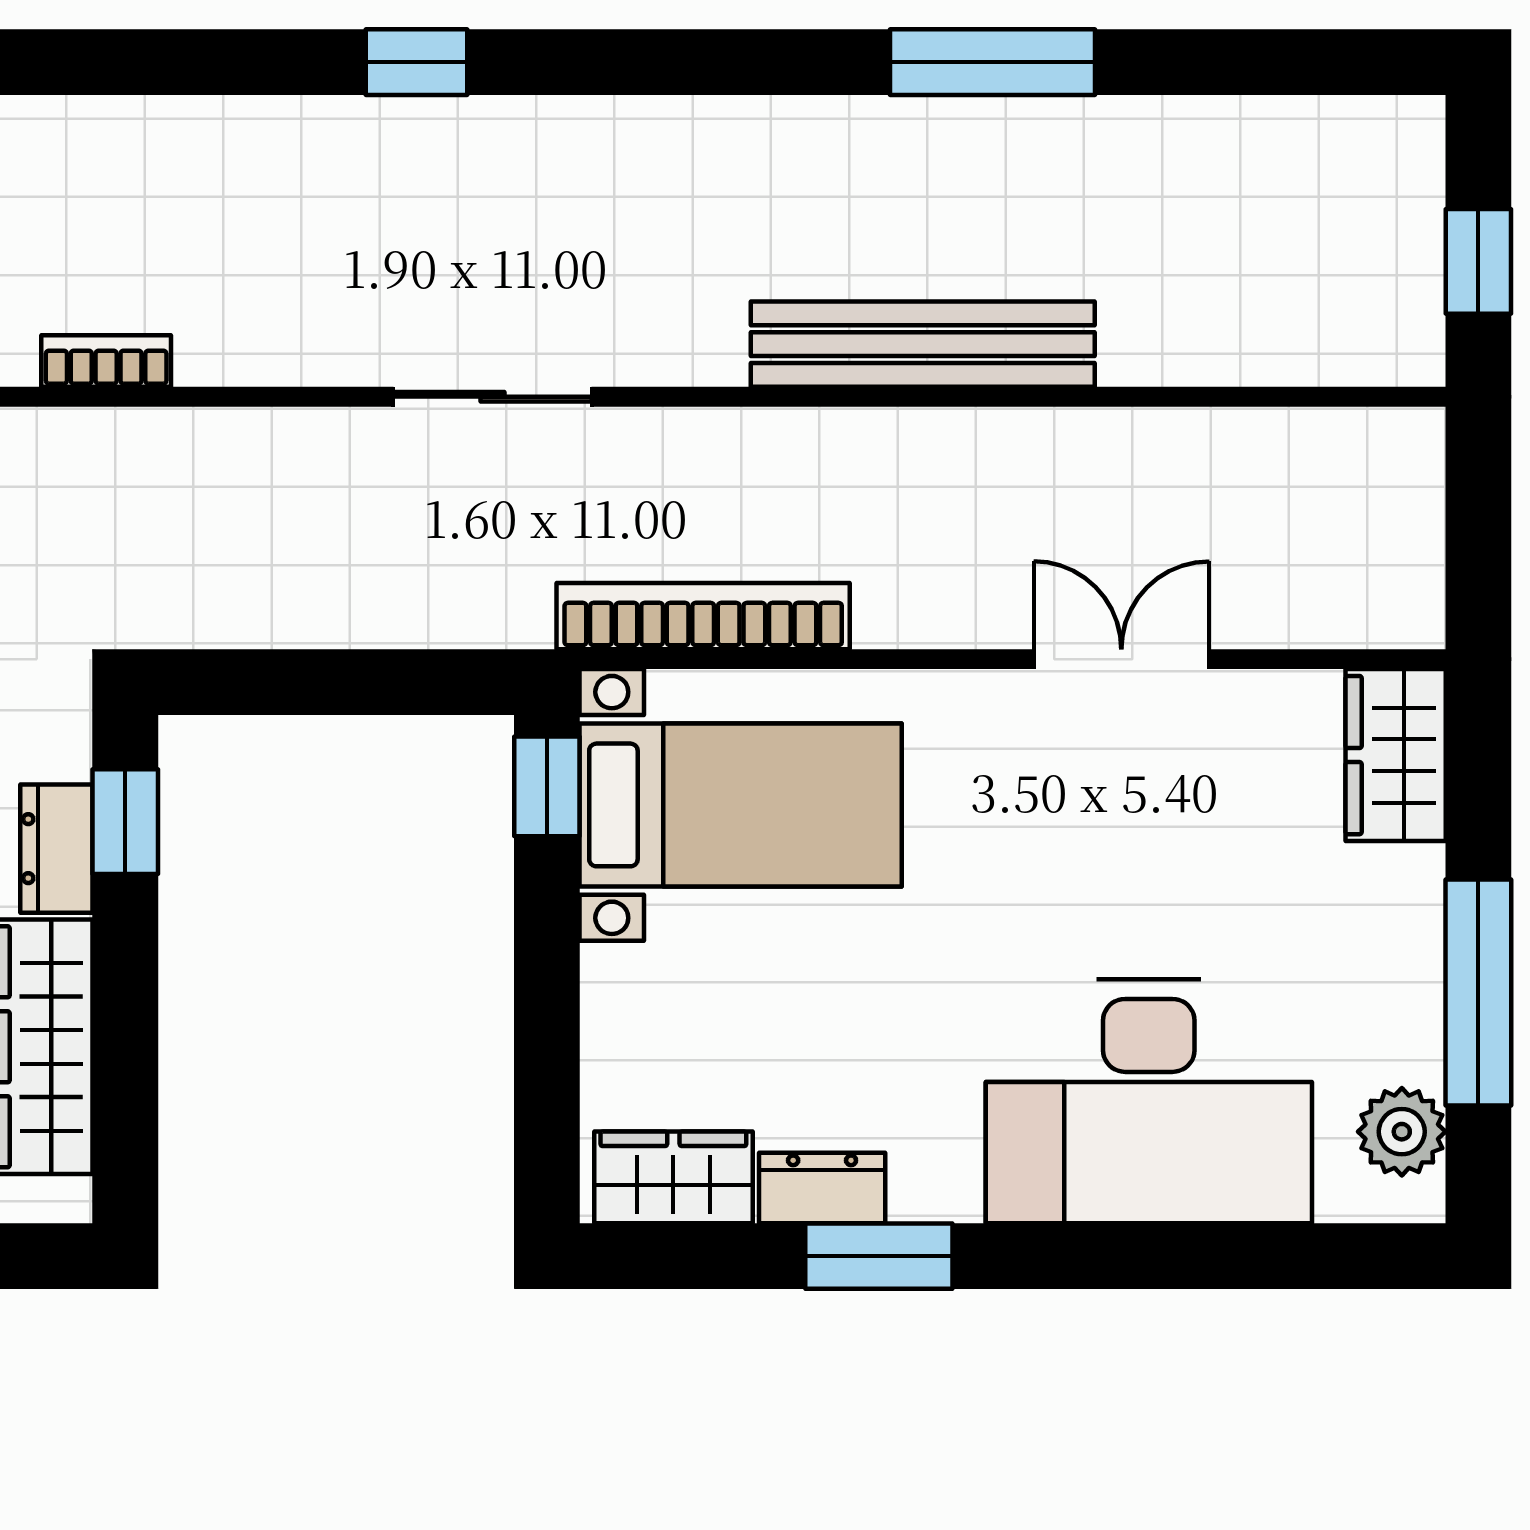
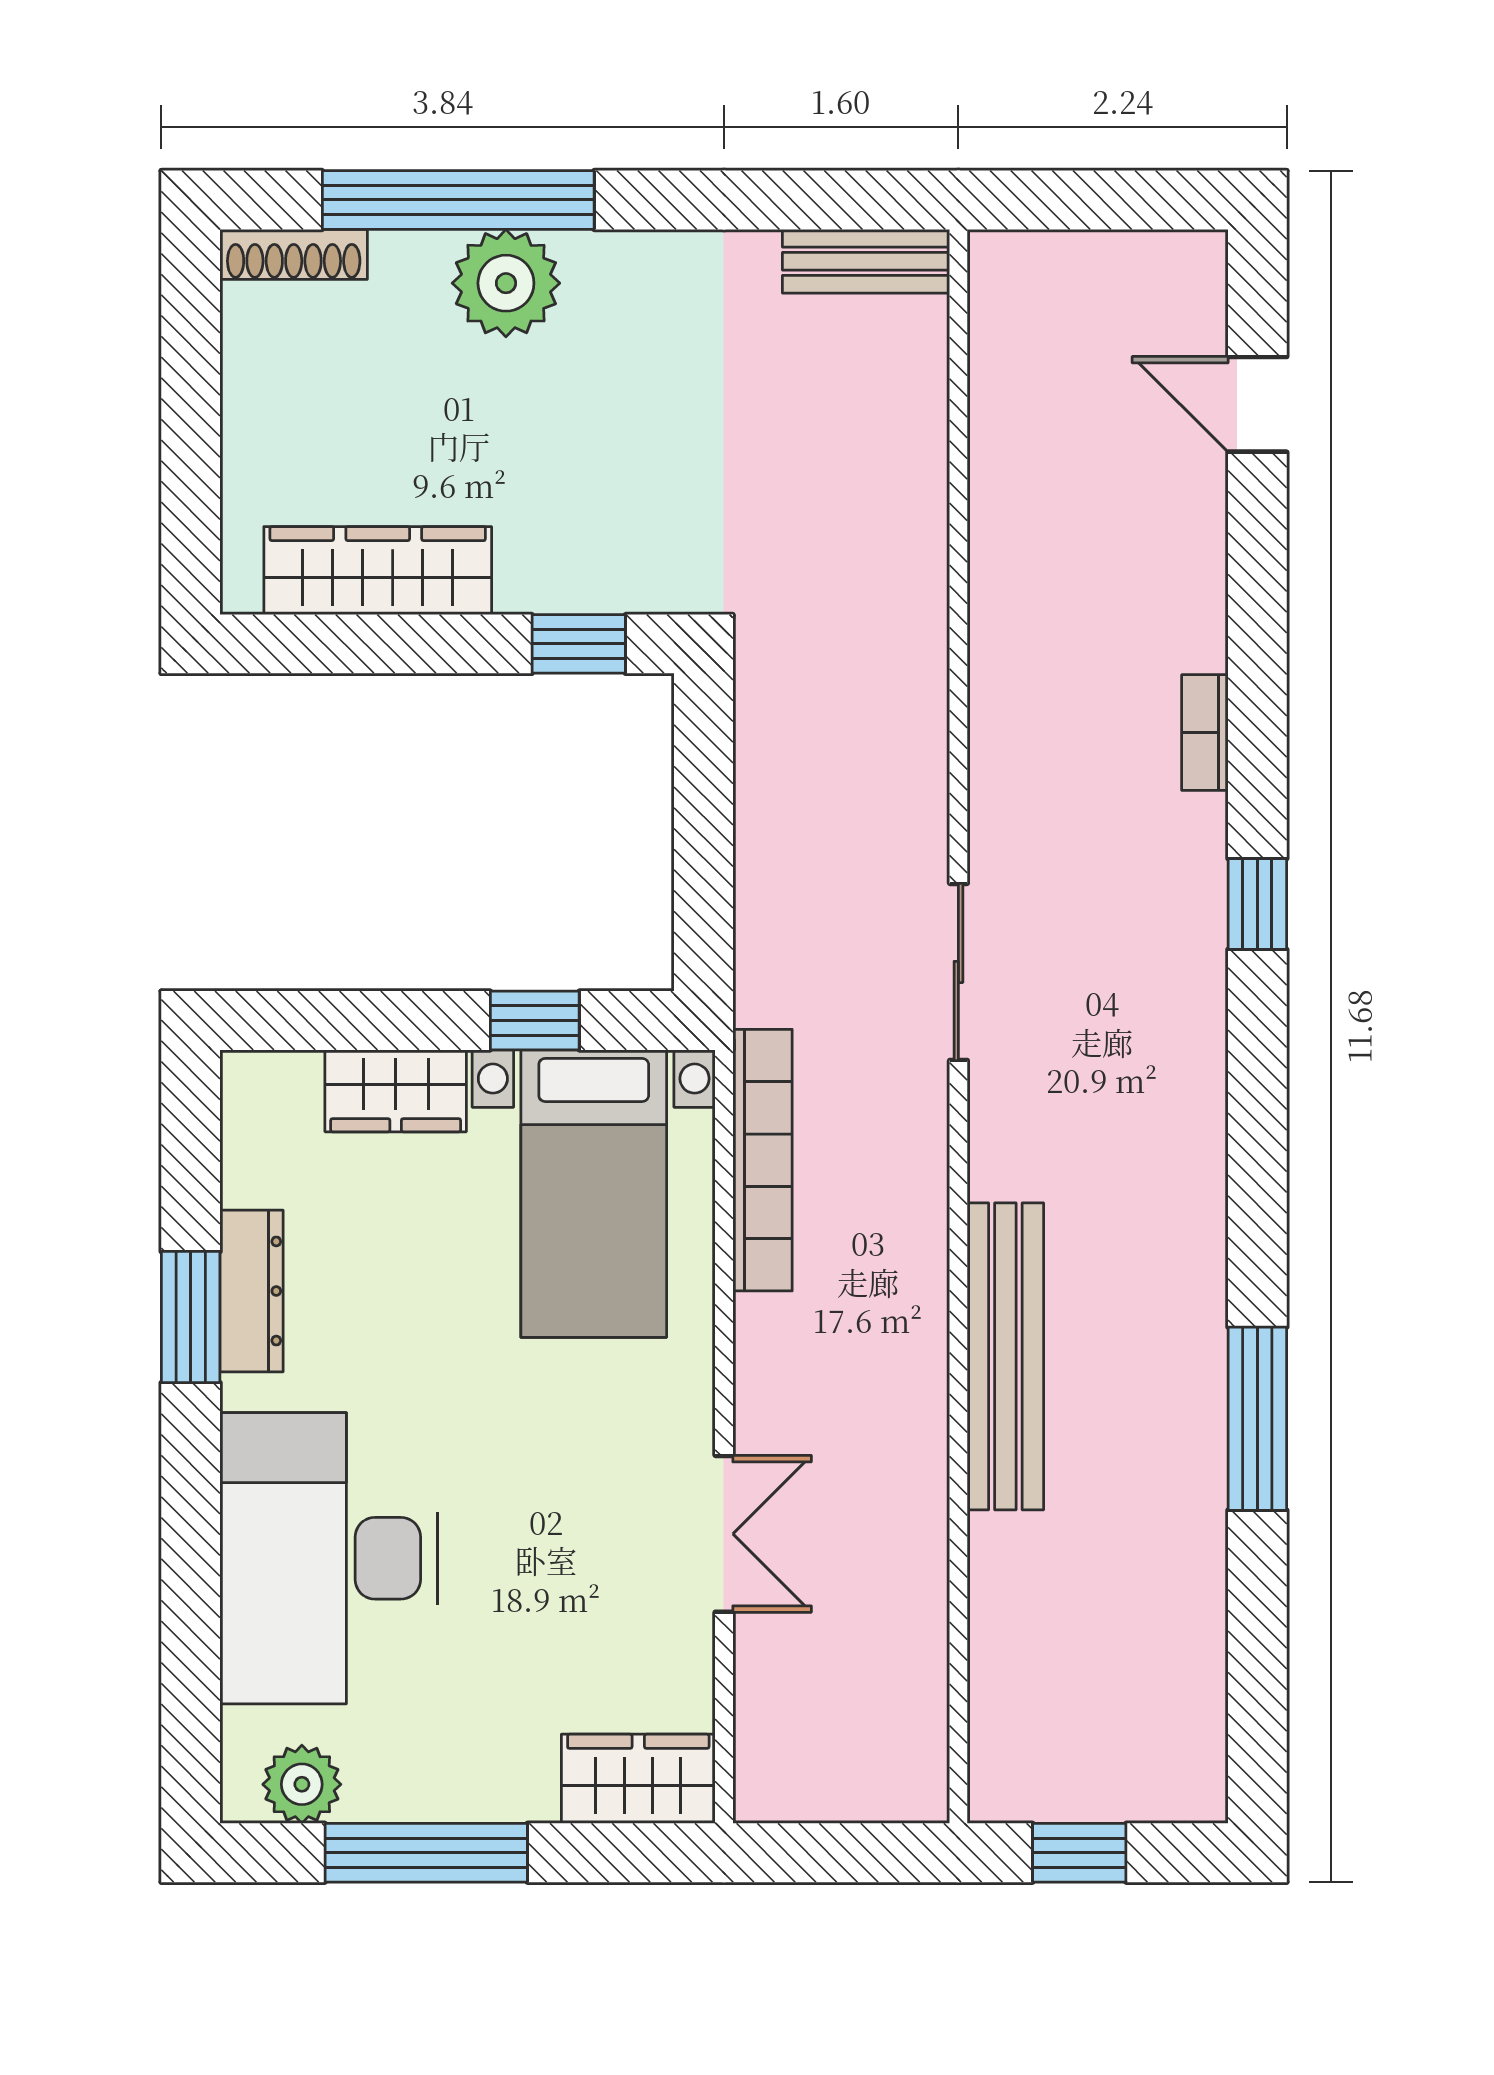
bookcase: (106, 361) -> (1205, 733), moved, turned 180
window: (547, 786) -> (535, 1020), moved
dresser: (56, 849) -> (555, 582), removed
wardrobe: (673, 1177) -> (396, 1091), moved, turned 90
dresser: (822, 1188) -> (252, 1291), width x1.44

